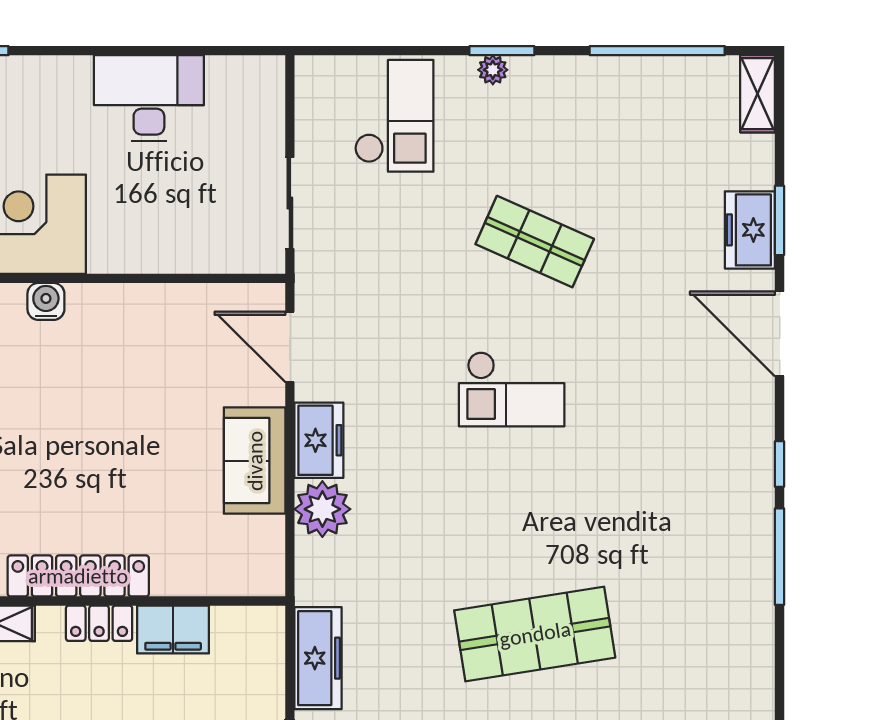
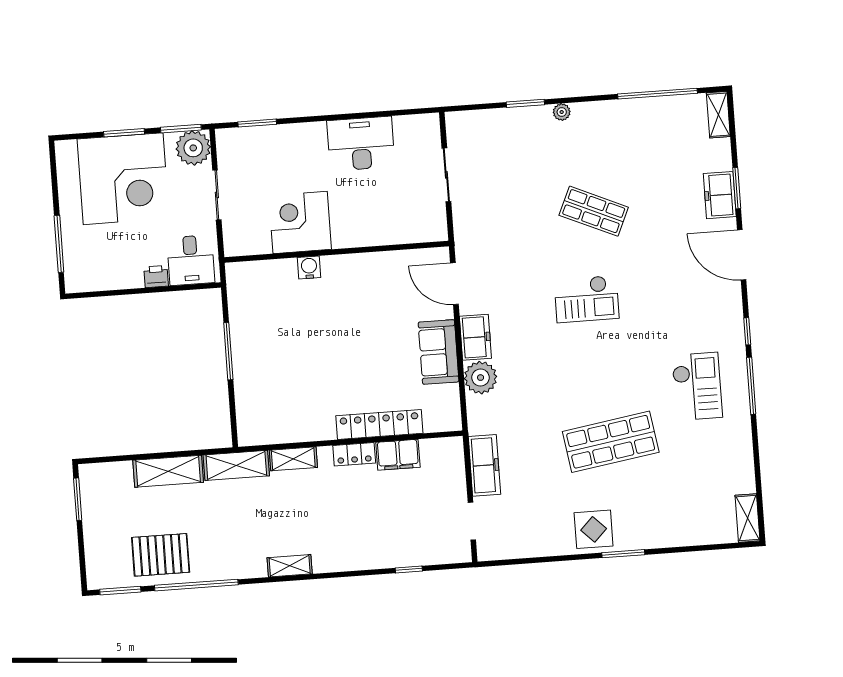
window: (502, 51) -> (525, 103), moved
checkout: (394, 116) -> (697, 386), moved
sliding door: (290, 203) -> (446, 175), moved
locker: (78, 576) -> (379, 424), moved

